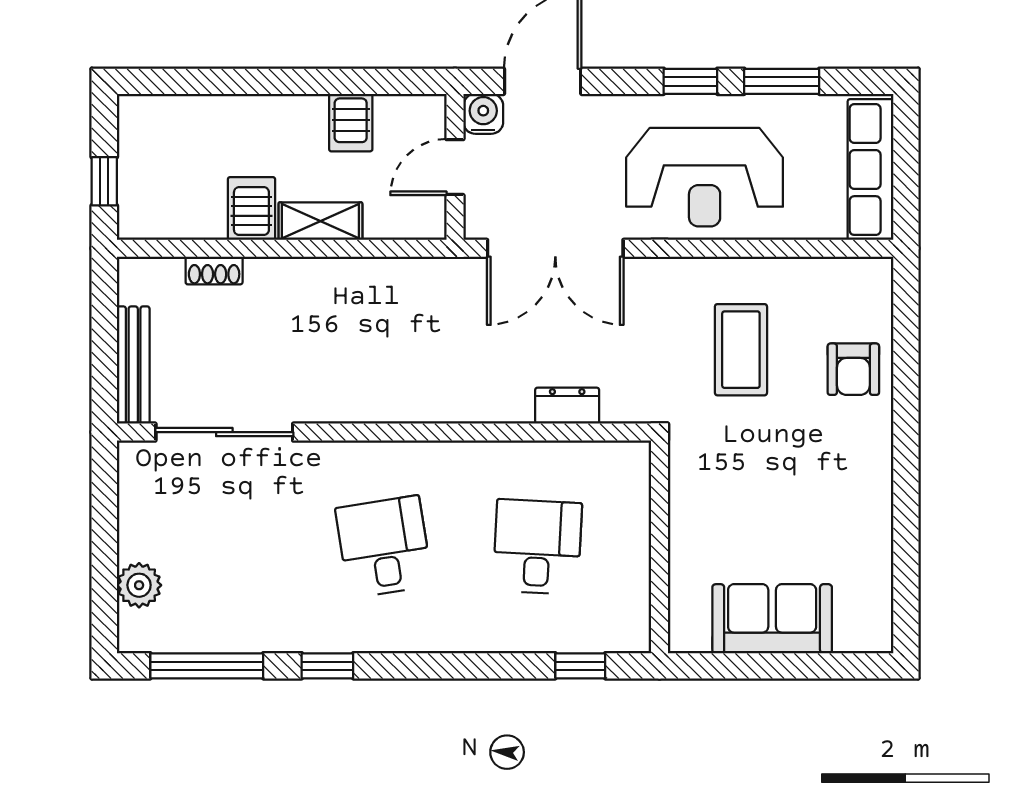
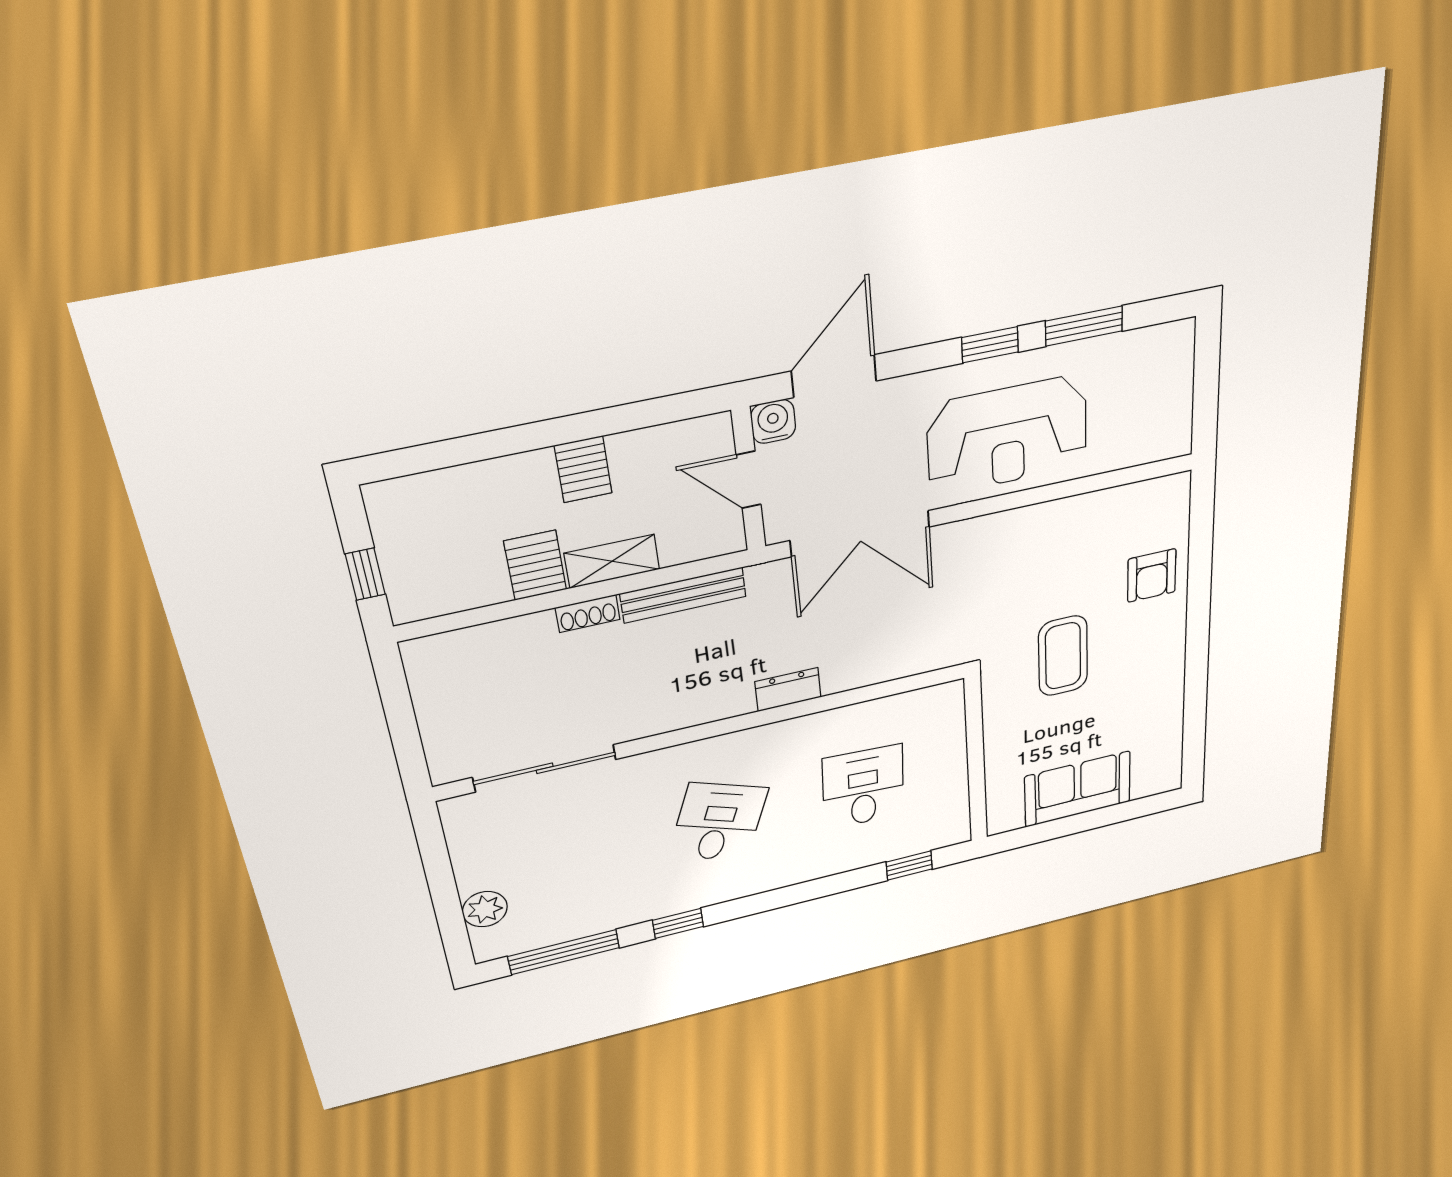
server rack: (351, 123) -> (583, 469), moved
door: (455, 167) -> (749, 480), hinge flipped
row of seats: (871, 170) -> (1172, 394), removed
shoe rack: (214, 271) -> (588, 614), moved
coffee table: (741, 350) -> (1063, 656), moved
bench: (133, 365) -> (683, 595), moved, turned 90
dresser: (567, 406) -> (788, 690), moved
desk: (384, 547) -> (718, 822), turned 30

